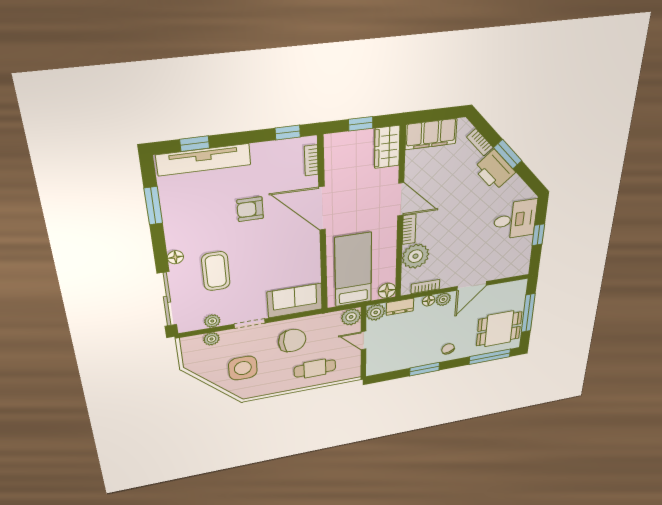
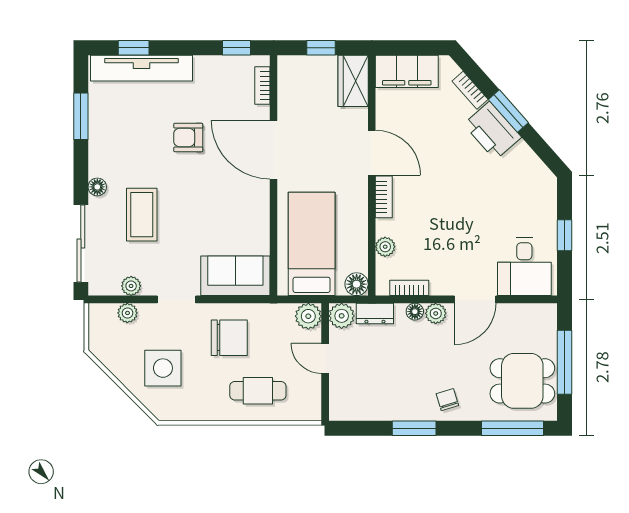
desk: (515, 220) -> (524, 267), moved, turned 90
plant: (416, 256) -> (385, 247), width x0.53, depth x0.53

